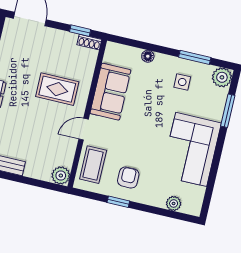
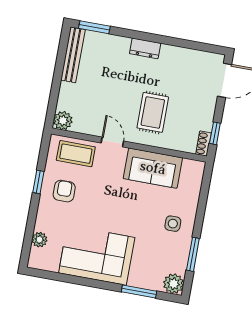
floor lamp: (148, 56) -> (192, 205), removed
side table: (182, 82) -> (173, 224), moved
armchair: (128, 178) -> (64, 191), turned -90

